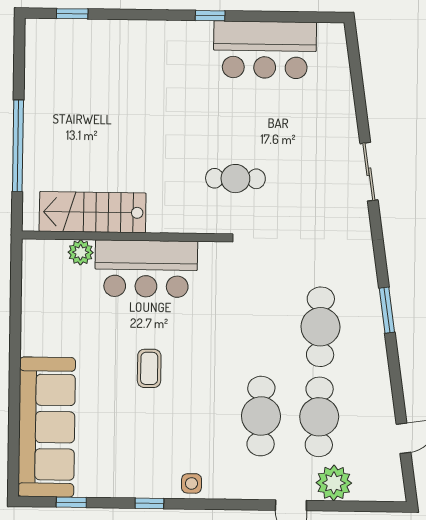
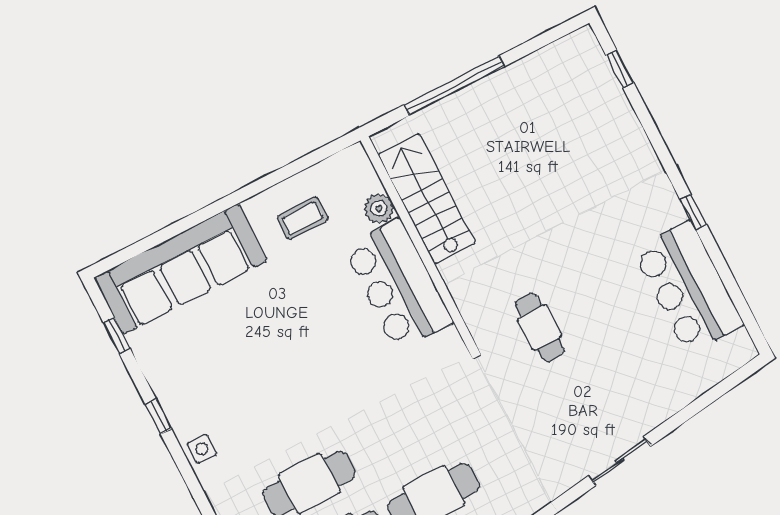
coffee table: (149, 368) -> (303, 218), moved

